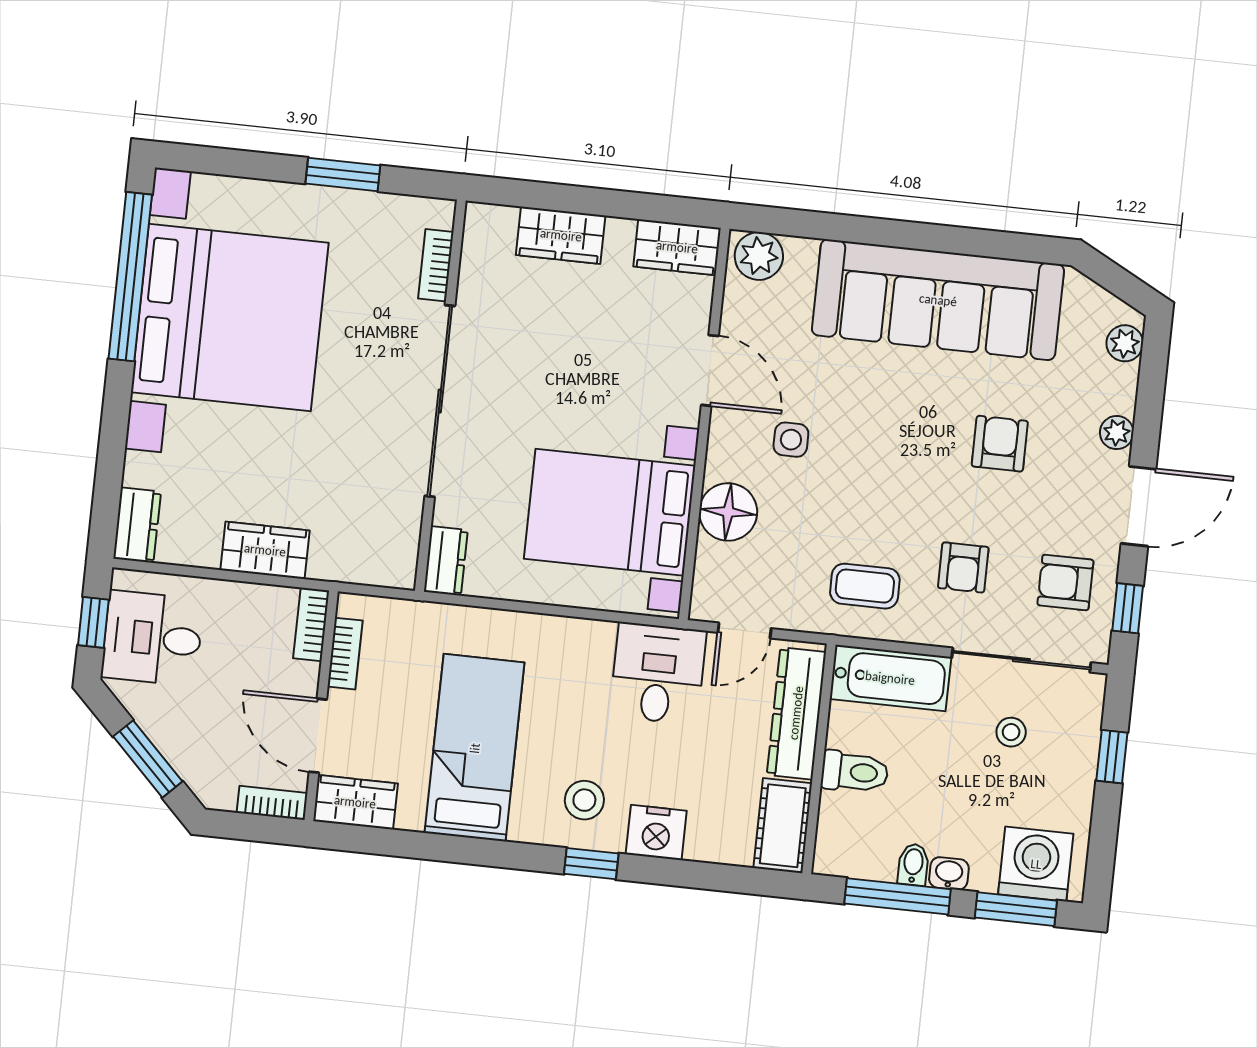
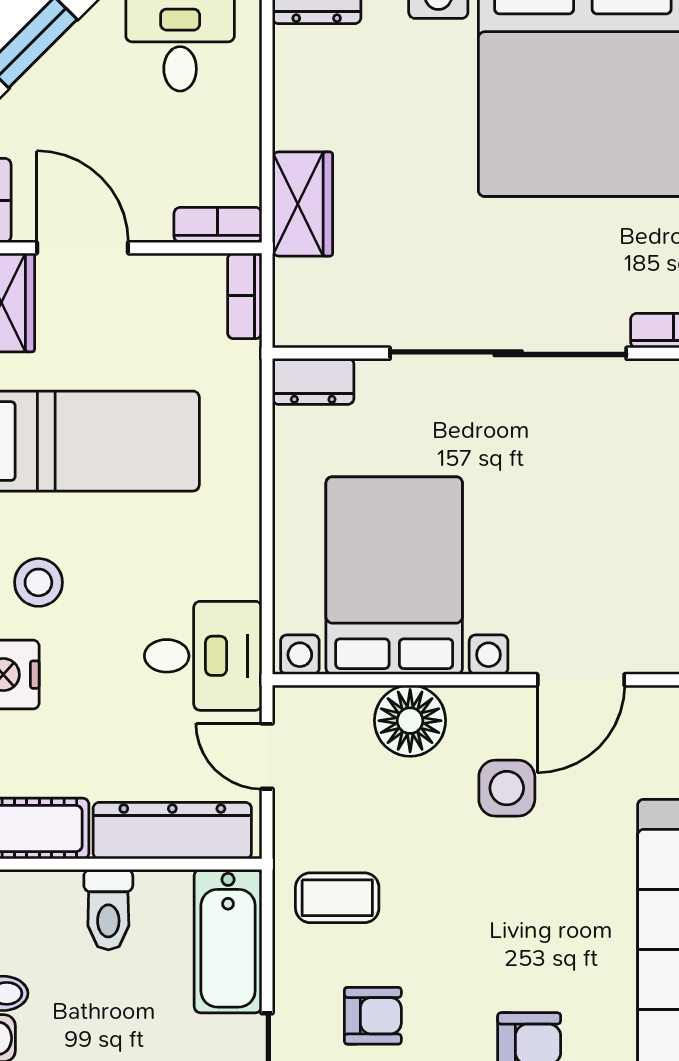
side table: (791, 440) -> (507, 788), width x1.37, depth x1.37
wardrobe: (265, 550) -> (303, 204), moved
armchair: (963, 567) -> (373, 1016), turned 180
coffee table: (865, 586) -> (337, 898), turned 90
bookcase: (345, 654) -> (245, 296), moved, turned 90
door: (318, 736) -> (82, 248), hinge flipped

